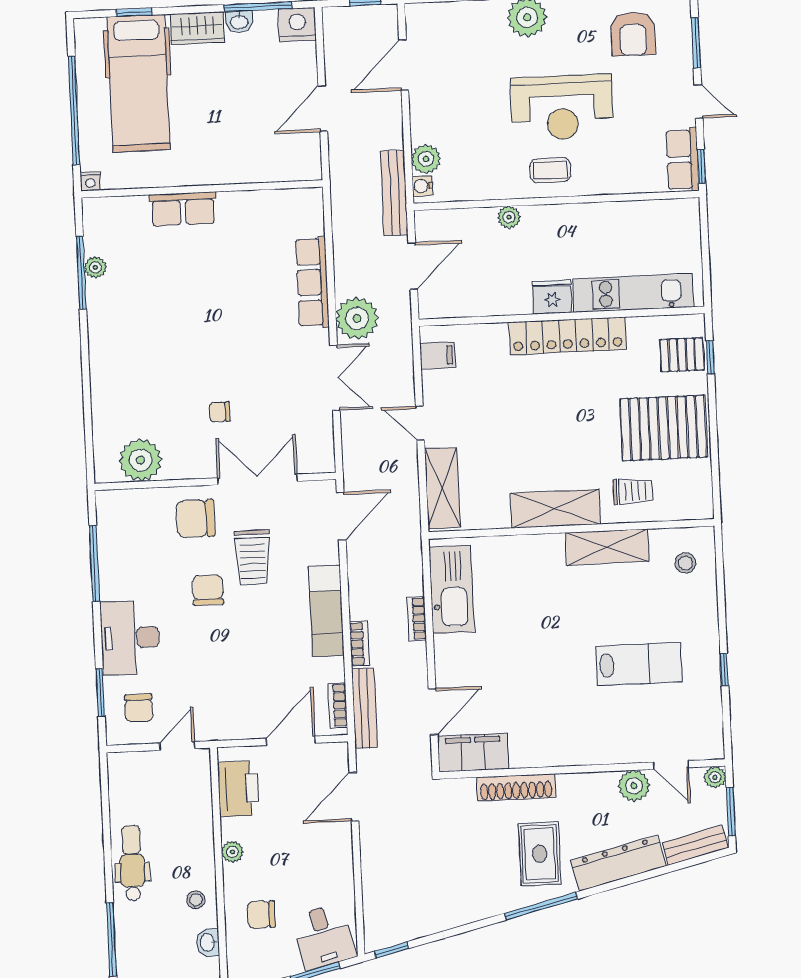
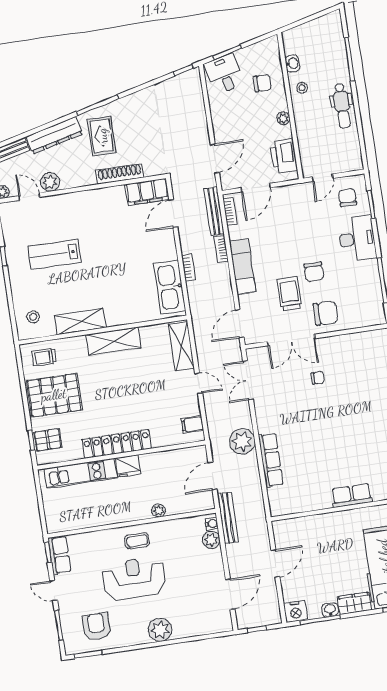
double door: (335, 378) -> (248, 380), moved
plant: (141, 460) -> (362, 344), removed
trolley: (633, 491) -> (44, 357), moved

